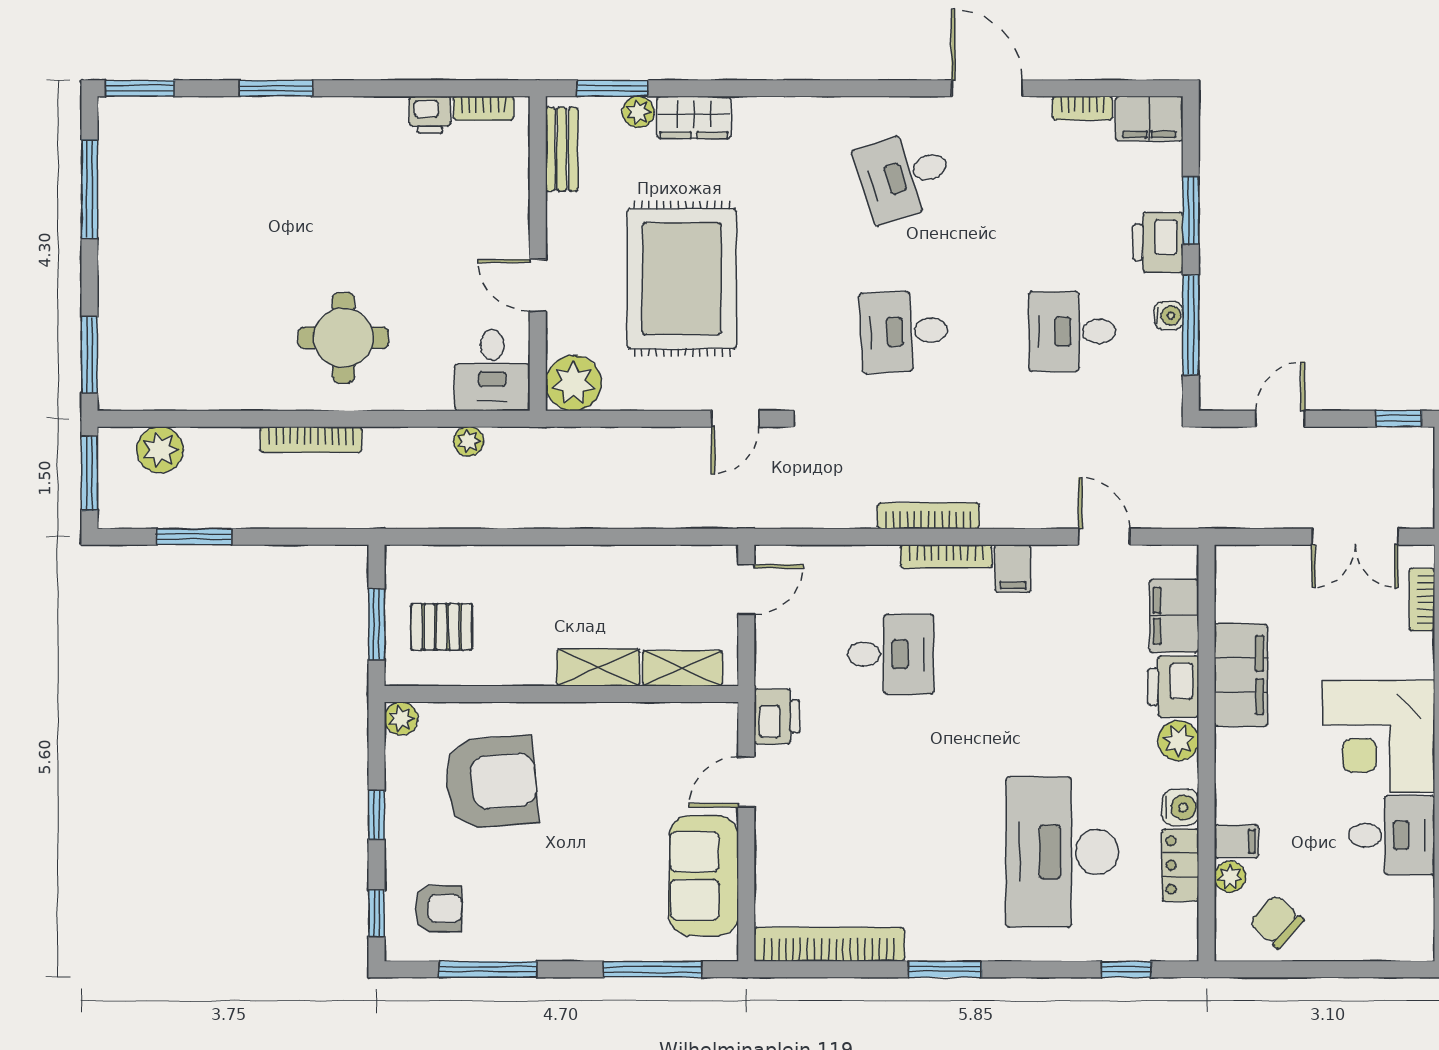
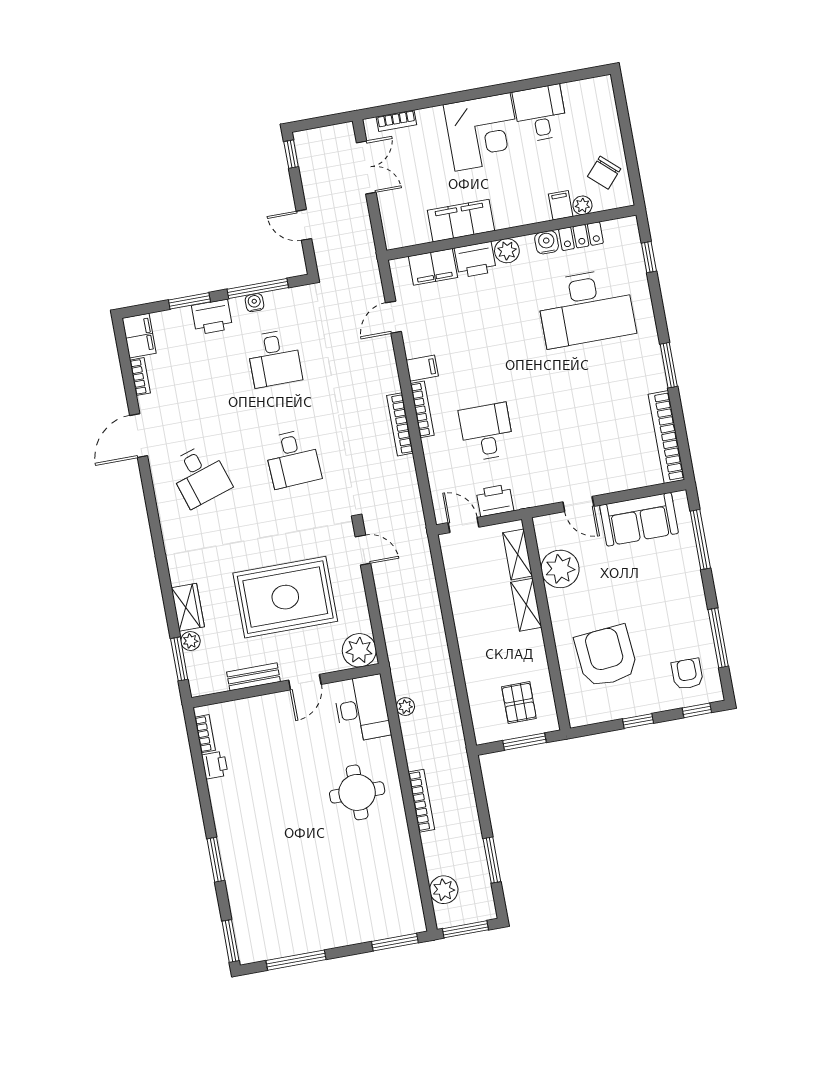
bench: (562, 149) -> (253, 677), moved
desk: (492, 370) -> (362, 709), width x1.37
printer: (777, 716) -> (495, 500), moved
plant: (401, 719) -> (560, 569), moved, width x1.87, depth x1.87

